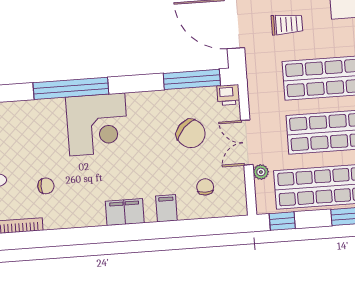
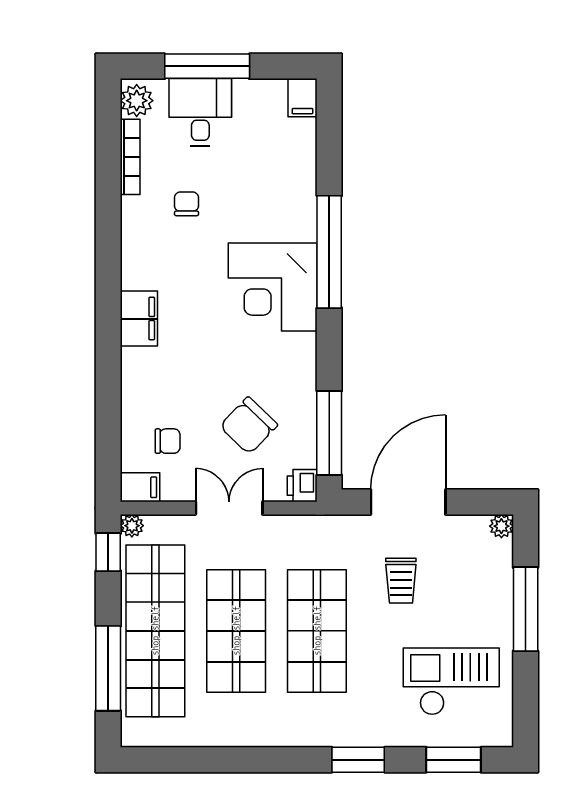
plant: (261, 172) -> (132, 526), moved
chair: (46, 186) -> (187, 204), turned 180
filing cabinet: (166, 208) -> (140, 487), moved

